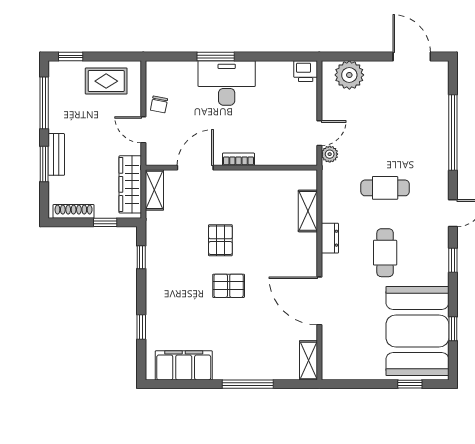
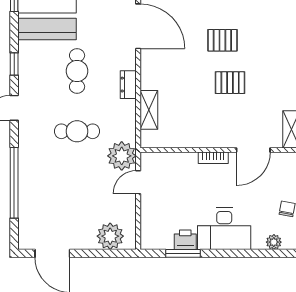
window: (216, 56) -> (183, 253), moved
plant: (173, 69) -> (274, 242), added
printer: (306, 71) -> (185, 240), moved
plant: (330, 154) -> (122, 156), width x1.87, depth x1.87
pallet: (220, 240) -> (230, 83), turned 90

